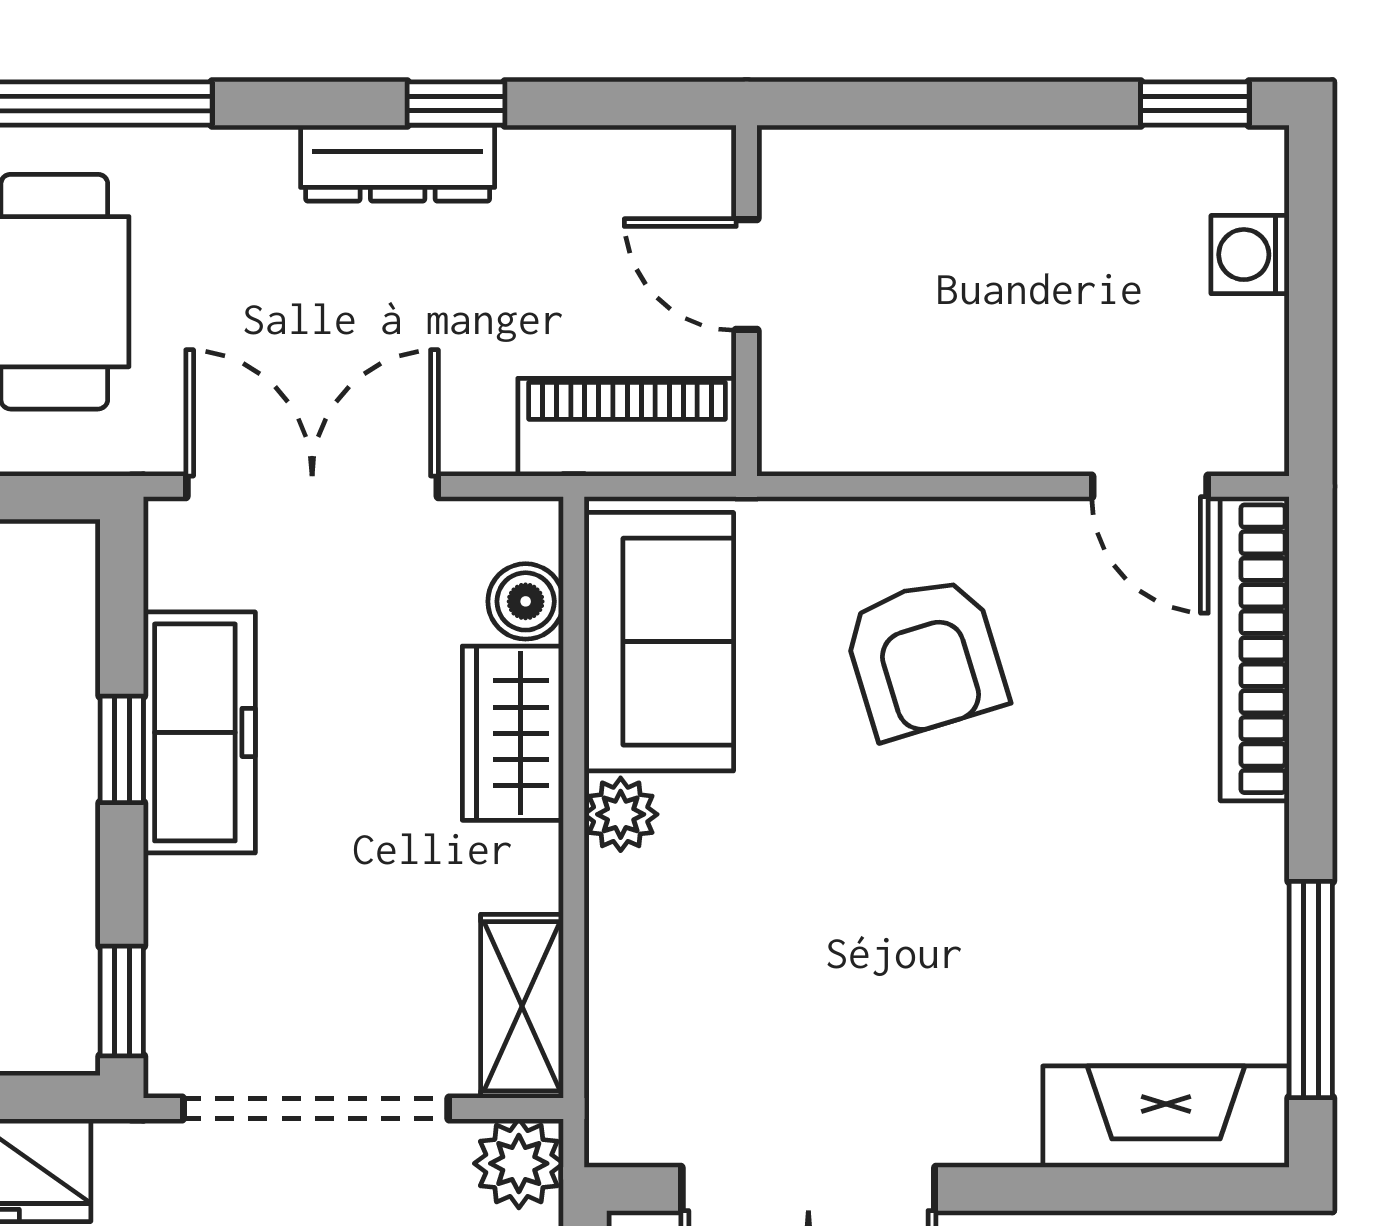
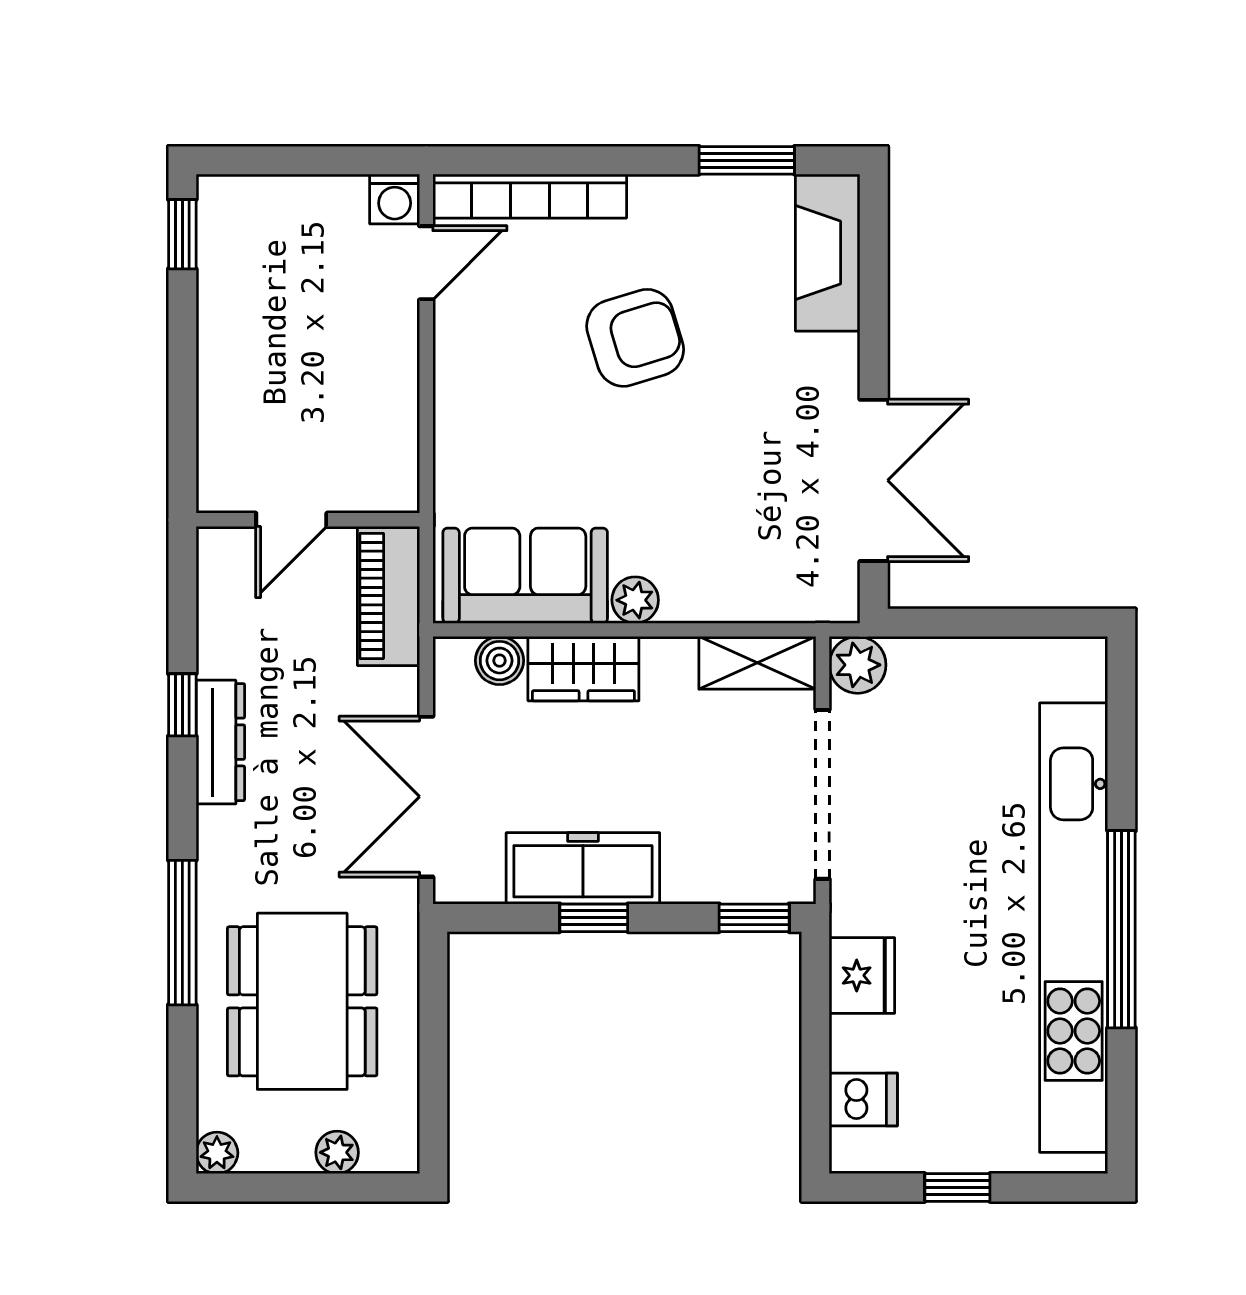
washing machine: (1250, 255) -> (395, 199), moved
armchair: (925, 657) -> (635, 338), moved
window: (1311, 990) -> (747, 160), width x0.69

